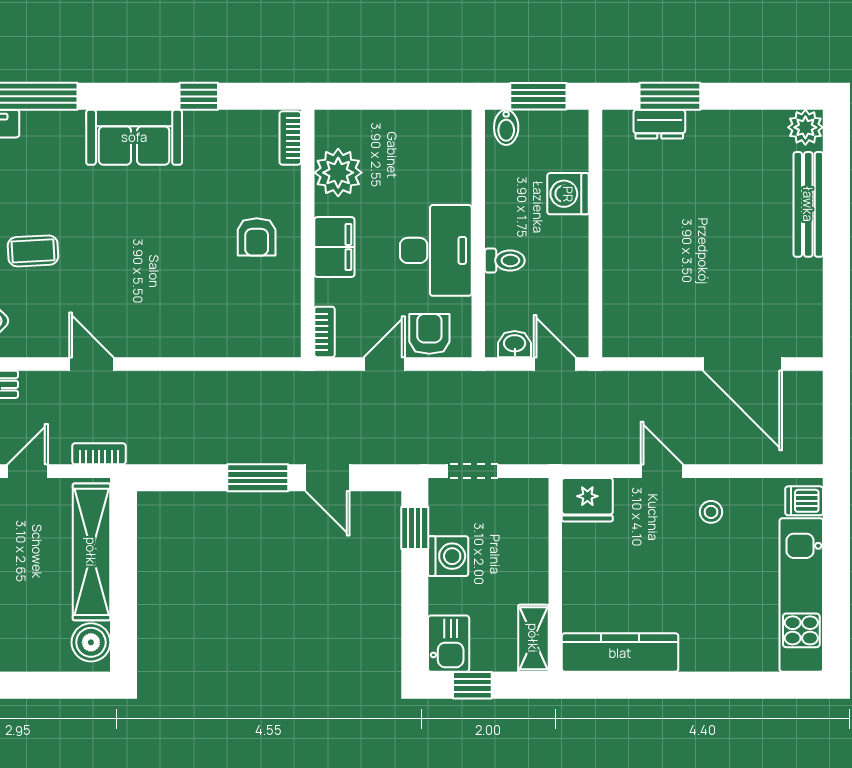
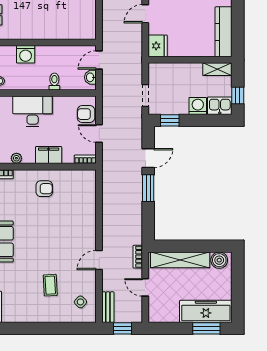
plant: (338, 173) -> (16, 158), width x0.53, depth x0.53
desk: (436, 250) -> (33, 111), moved
washing machine: (448, 556) -> (198, 106), moved

